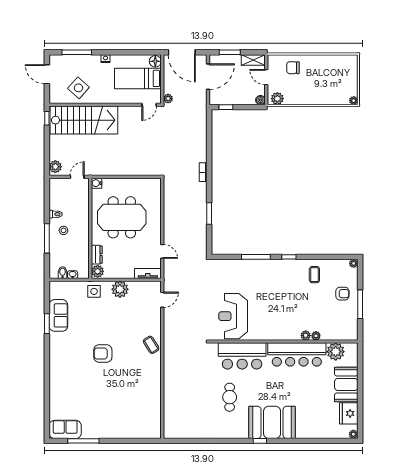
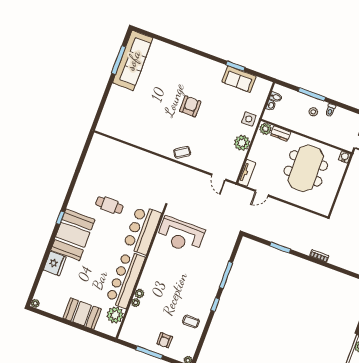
reception desk: (233, 316) -> (181, 235), turned 180
fridge: (349, 413) -> (55, 263), moved, turned 90
sofa: (65, 429) -> (133, 60), width x1.85, depth x1.27

